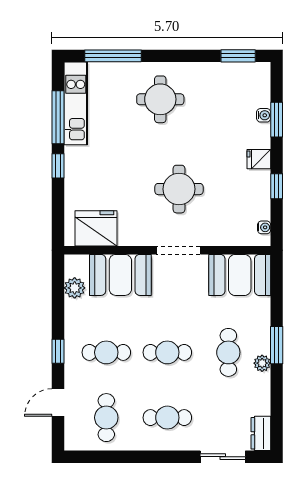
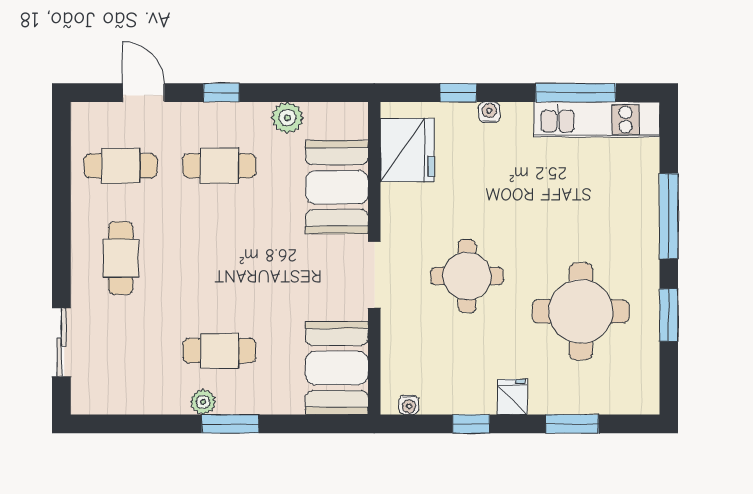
window: (113, 56) -> (669, 216), moved
window: (238, 56) -> (669, 315), moved
round table: (160, 99) -> (581, 311), moved, width x1.36, depth x1.36
water cooler: (264, 115) -> (489, 112), moved, turned 180
window: (58, 166) -> (458, 93), moved
plant: (75, 288) -> (287, 118), moved
cafe table: (106, 352) -> (219, 166), turned 90
cafe table: (167, 352) -> (219, 258), removed
dresser: (261, 433) -> (97, 400), removed

